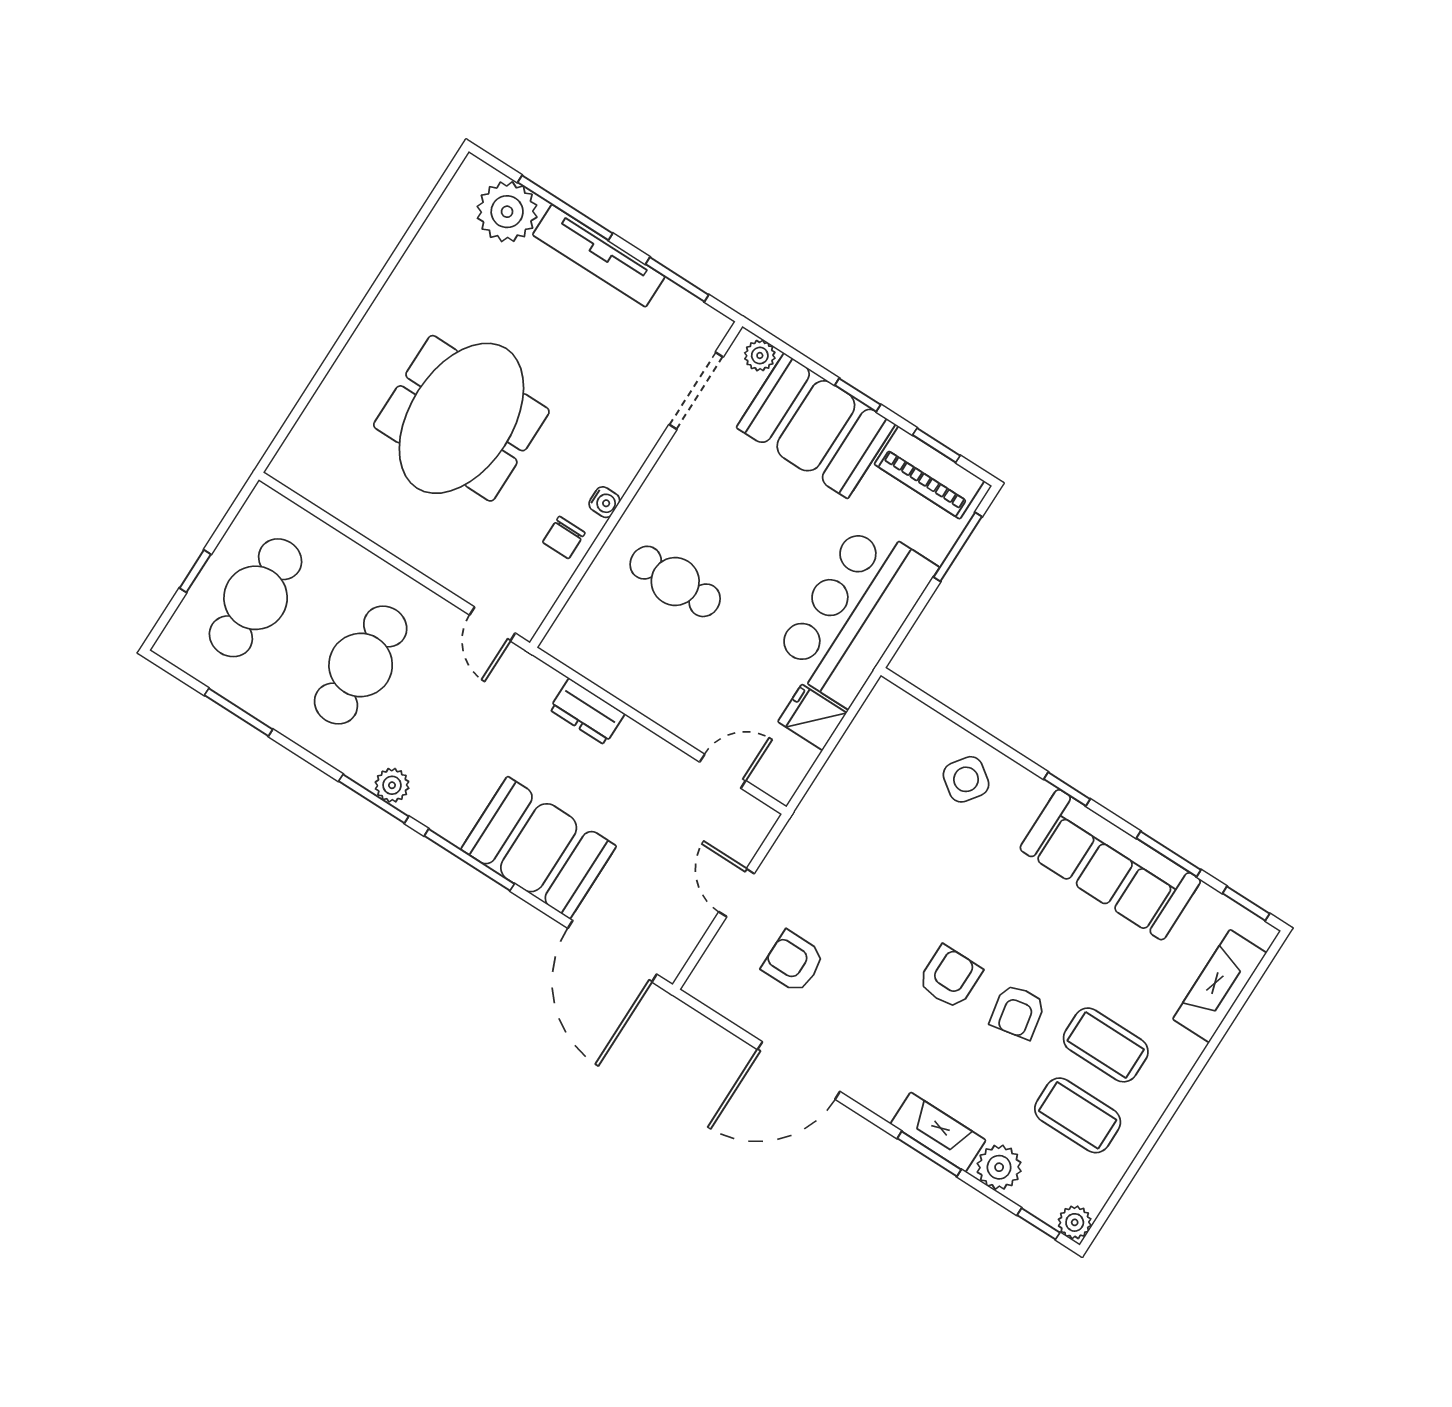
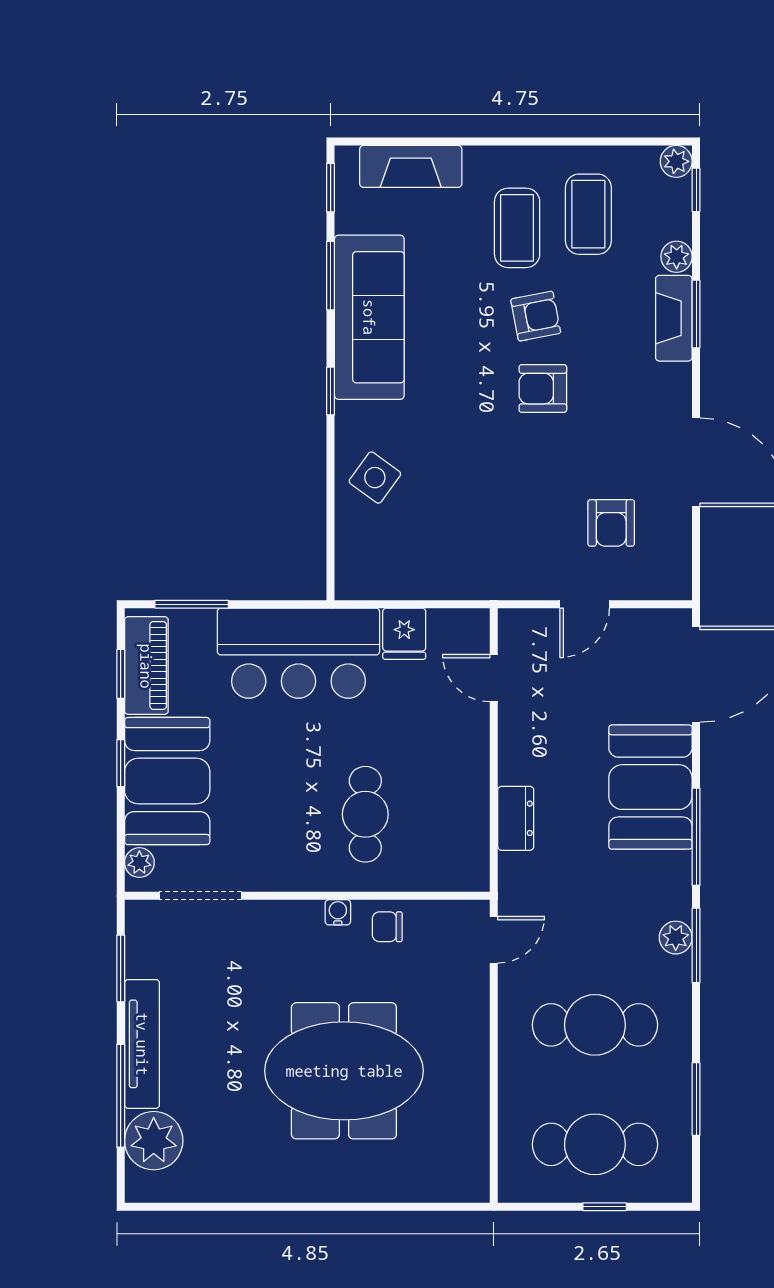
chair: (564, 537) -> (387, 927), turned 180
plant: (999, 1167) -> (677, 257), width x0.73, depth x0.73

